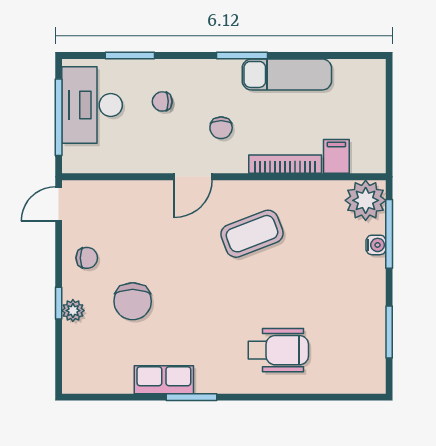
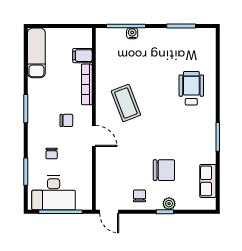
exam couch: (287, 74) -> (36, 53), moved
plant: (366, 200) -> (107, 39), removed
row of seats: (164, 380) -> (208, 181), moved

